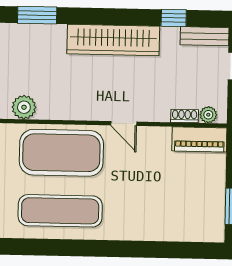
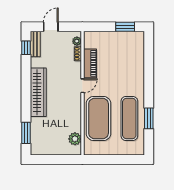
window: (174, 18) -> (26, 48), moved
piano: (199, 139) -> (90, 63), moved
window: (60, 248) -> (149, 118), added

